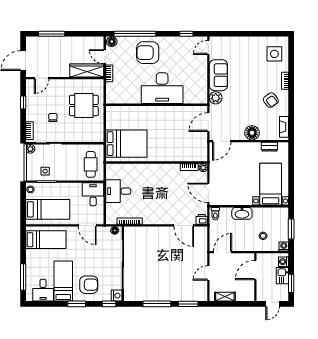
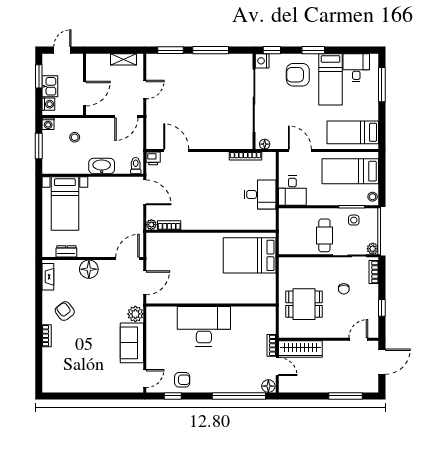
armchair: (148, 53) -> (182, 380), moved, width x0.53, depth x0.53
side table: (274, 54) -> (60, 370), removed
cafe table: (91, 164) -> (324, 235), moved

